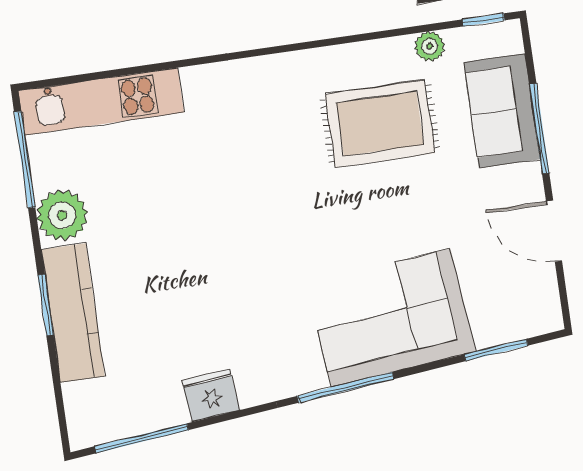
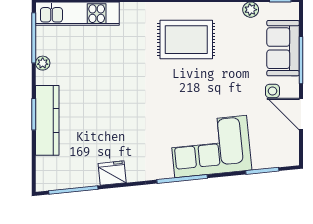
rug: (380, 124) -> (186, 40), moved
side table: (493, 195) -> (272, 91), added
plant: (62, 215) -> (43, 63), width x0.53, depth x0.53

